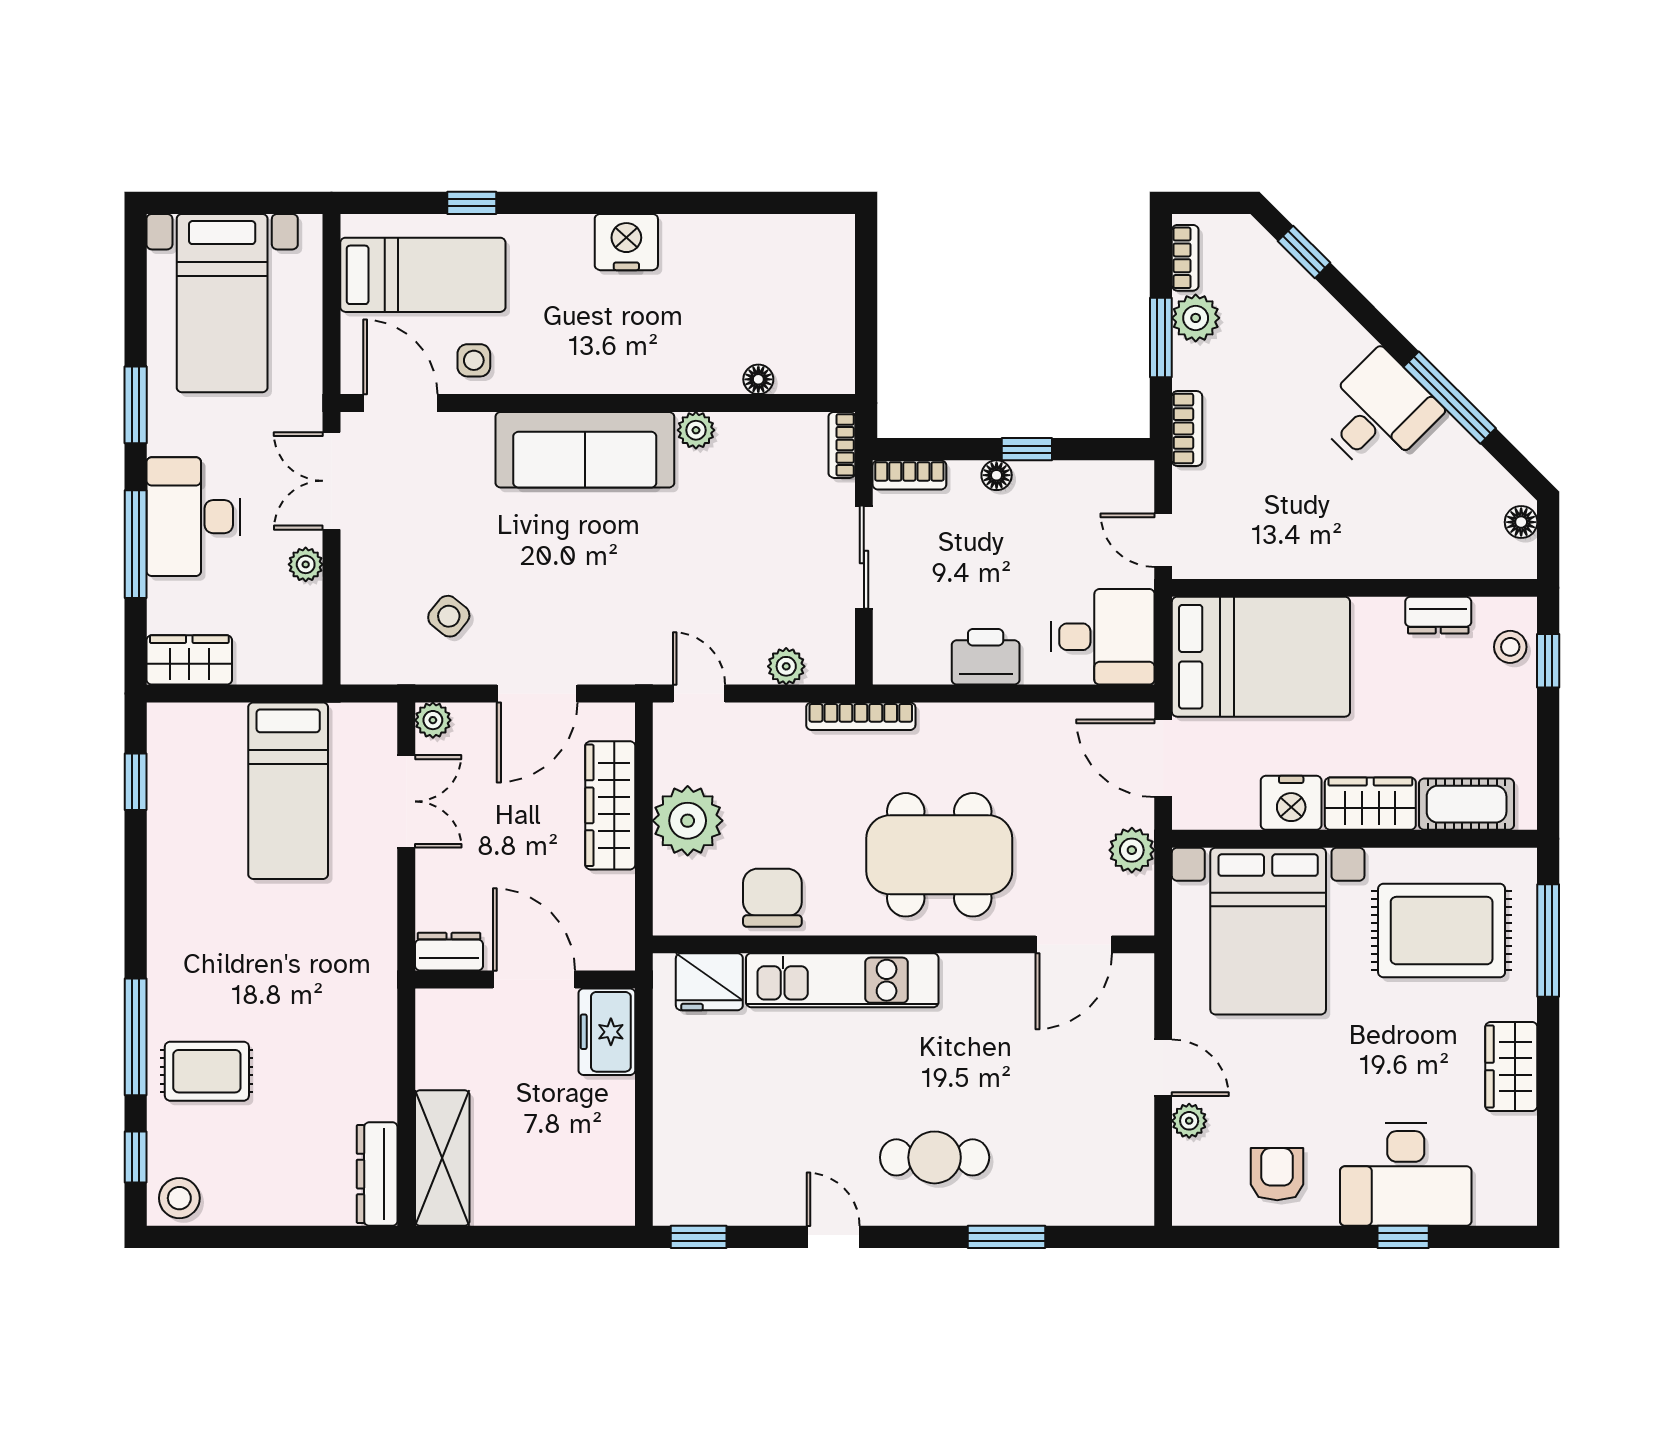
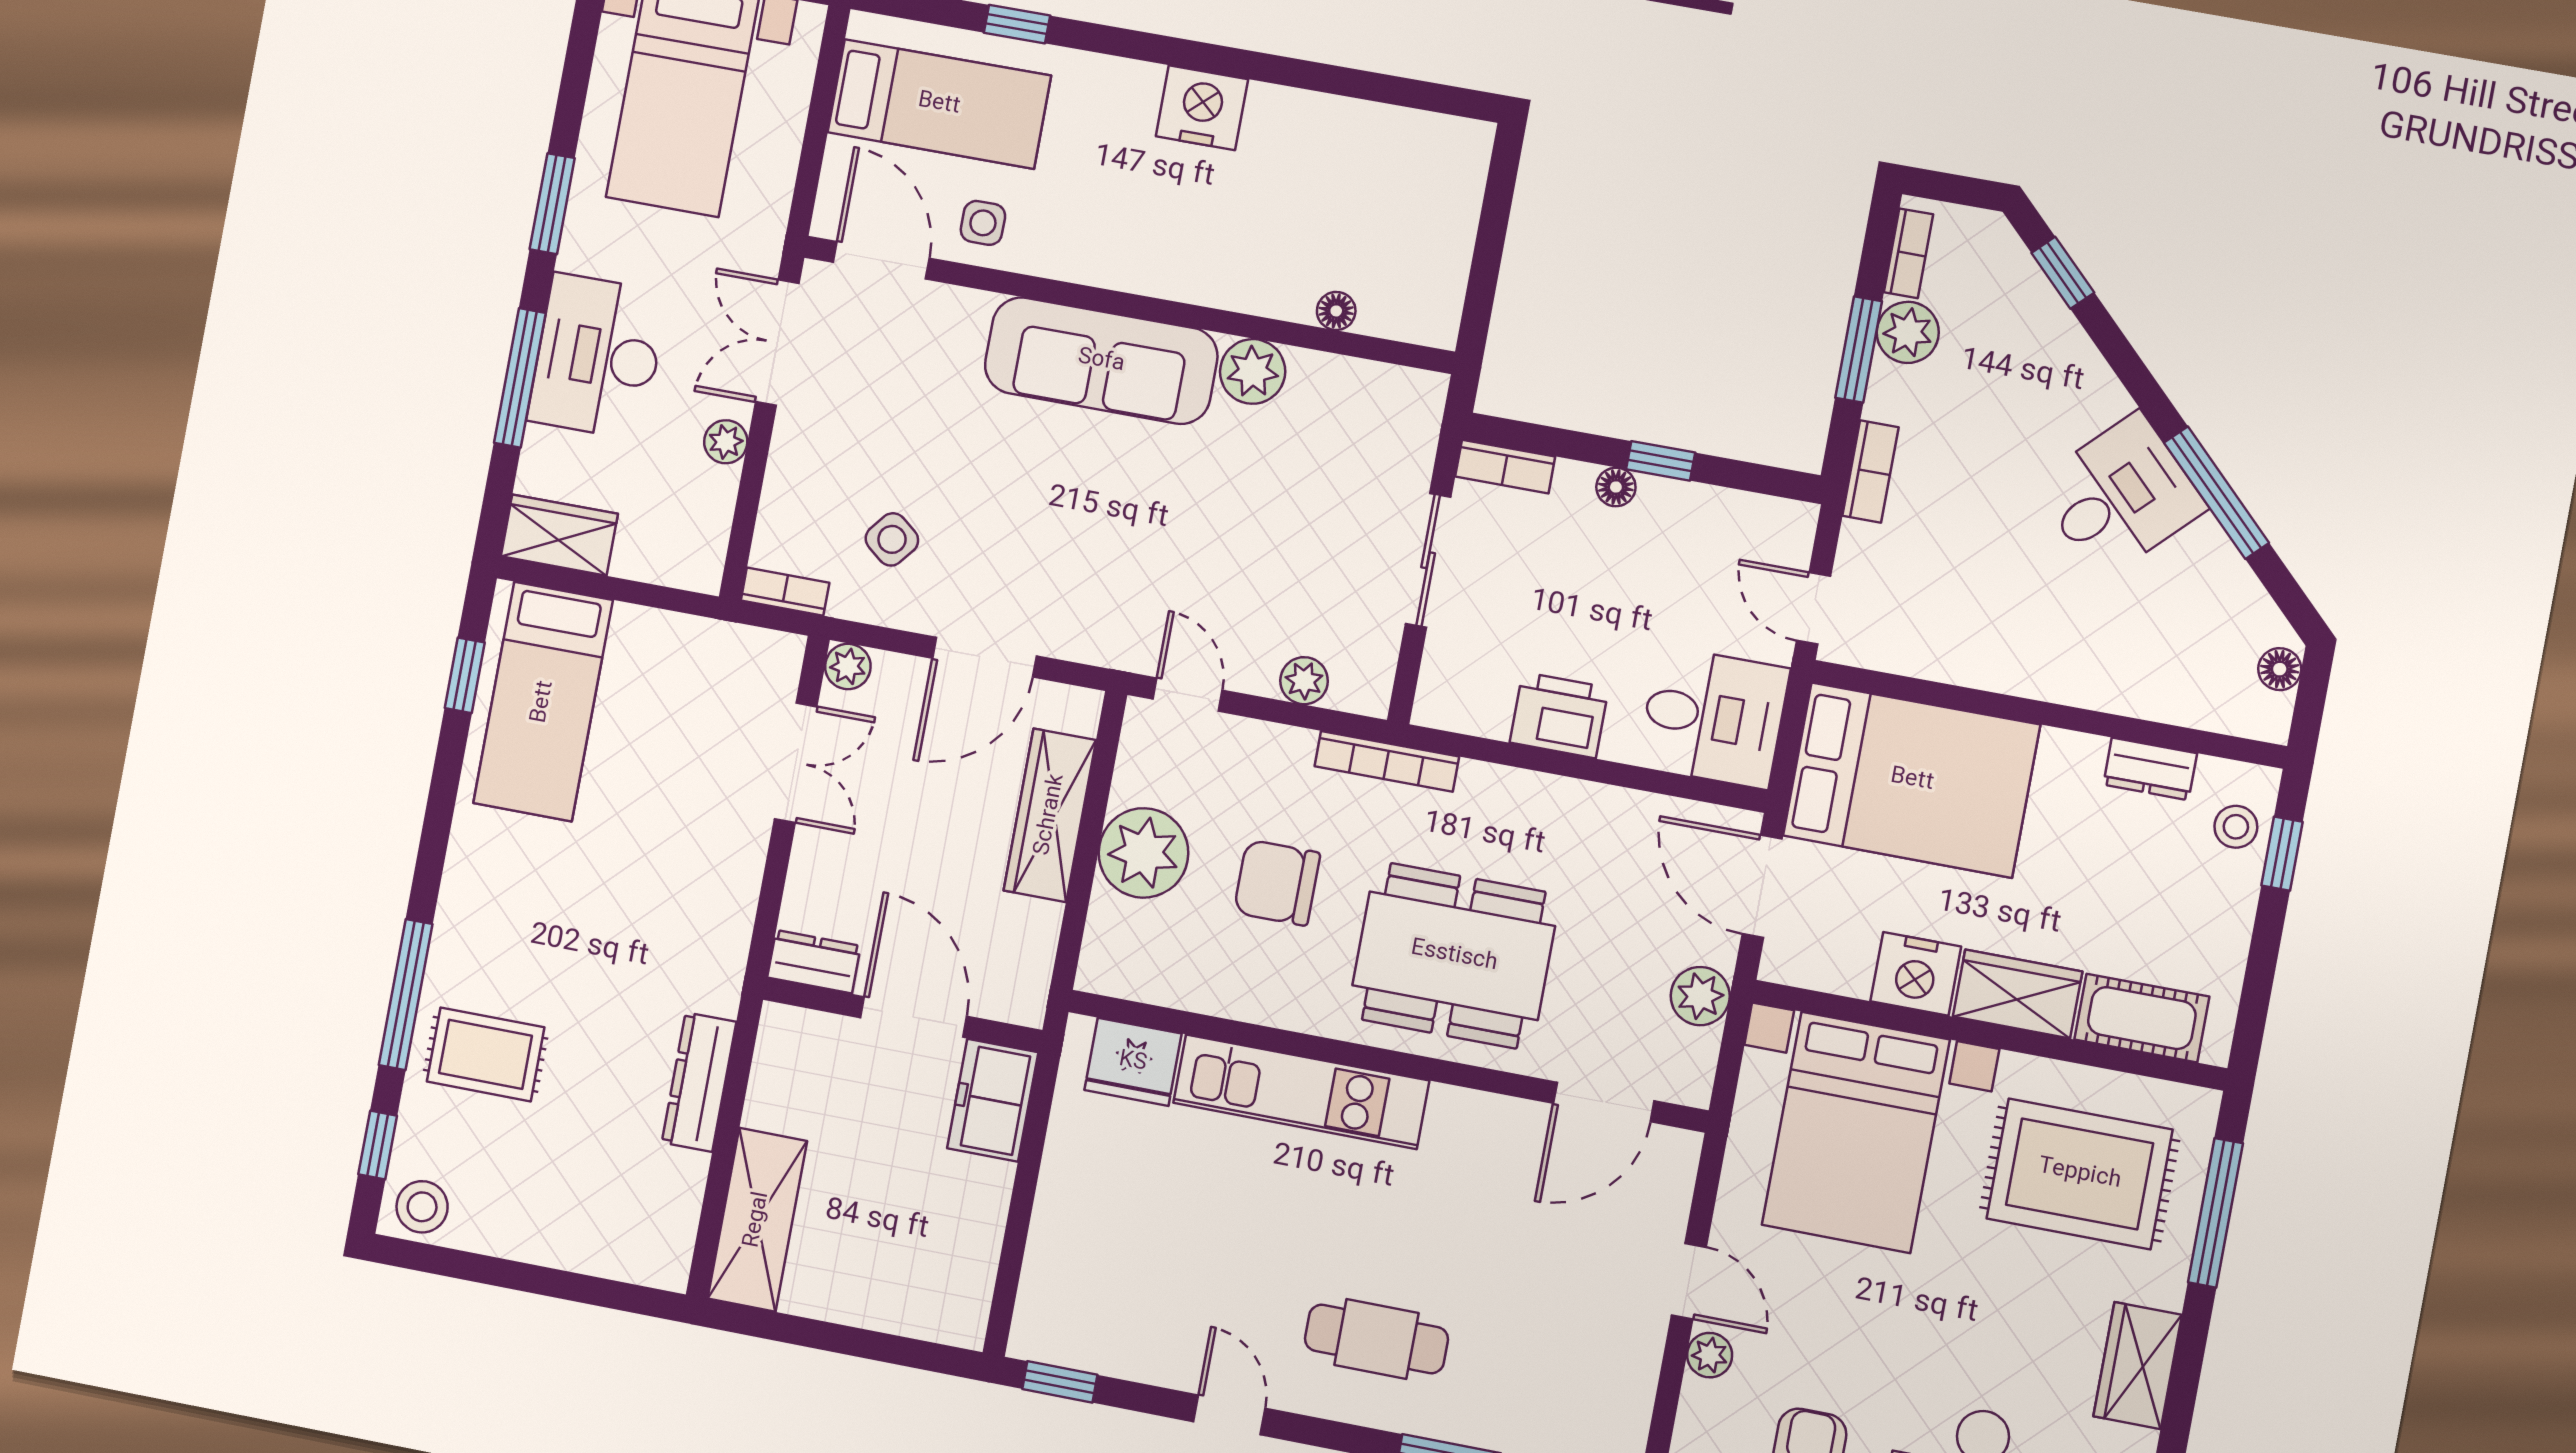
plant: (696, 430) -> (1253, 371), width x1.38, depth x1.38
bookcase: (842, 445) -> (785, 592), moved, turned 90
bed: (288, 791) -> (543, 702), moved
chair: (772, 898) -> (1277, 883), moved, turned -90
dresser: (377, 1174) -> (699, 1082), moved

